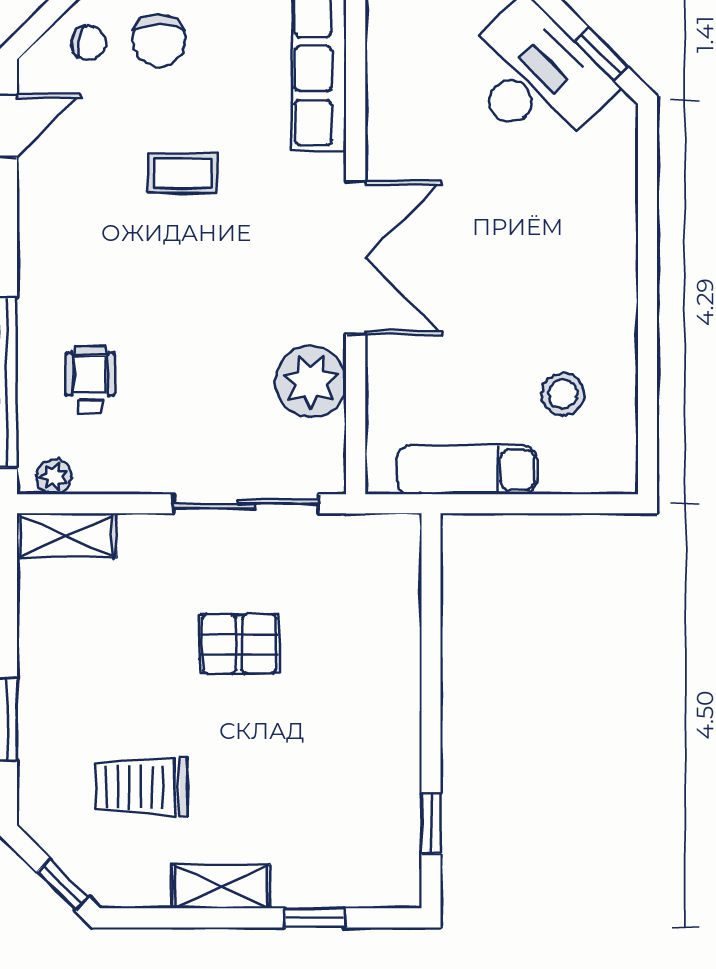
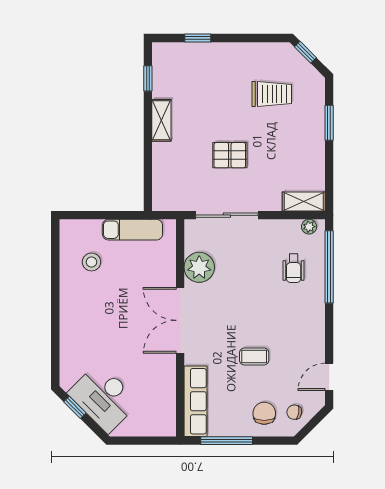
shelving: (221, 886) -> (161, 120), moved, turned 90

